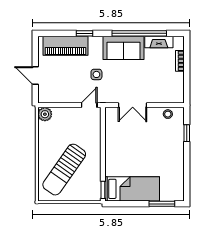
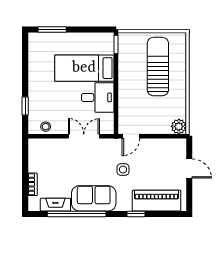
desk: (120, 141) -> (98, 97), added
sun lounger: (64, 170) -> (158, 67), turned -35
bed: (132, 189) -> (84, 68), moved

